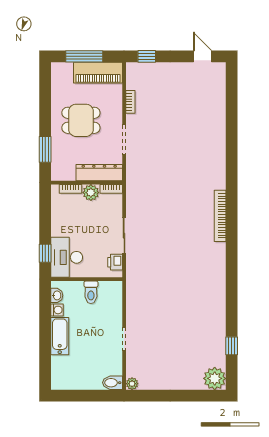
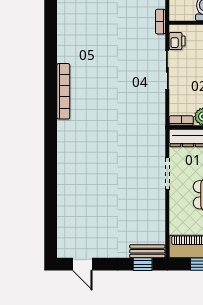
bench: (143, 68) -> (147, 251), added
bookcase: (130, 102) -> (161, 22), moved

